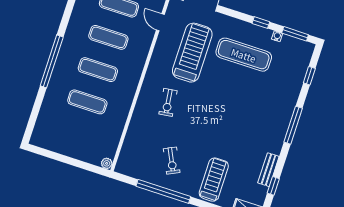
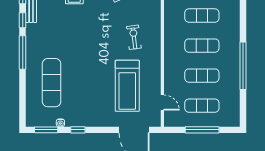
exercise mat: (244, 55) -> (52, 83), moved, turned 90
window: (52, 61) -> (243, 66), moved
window: (309, 76) -> (23, 20), moved

